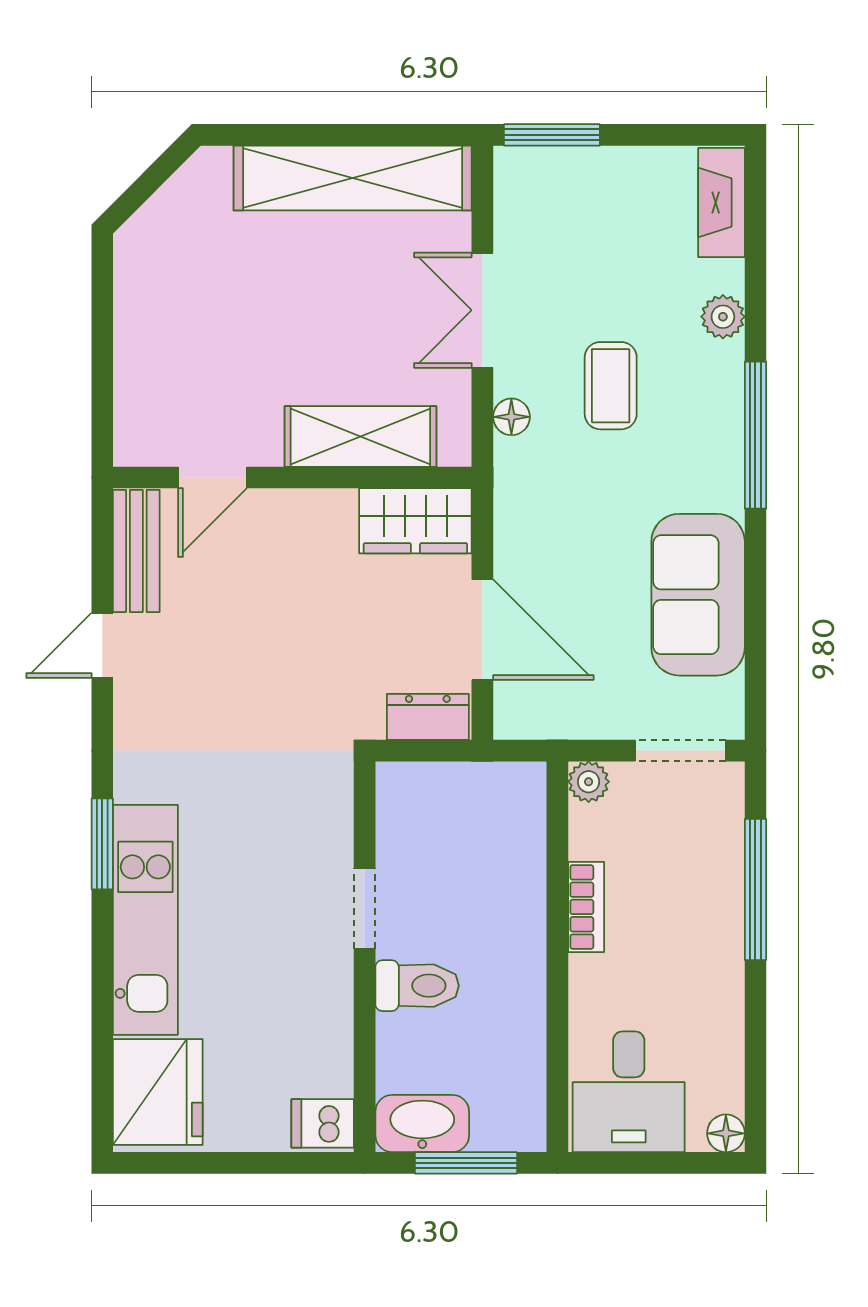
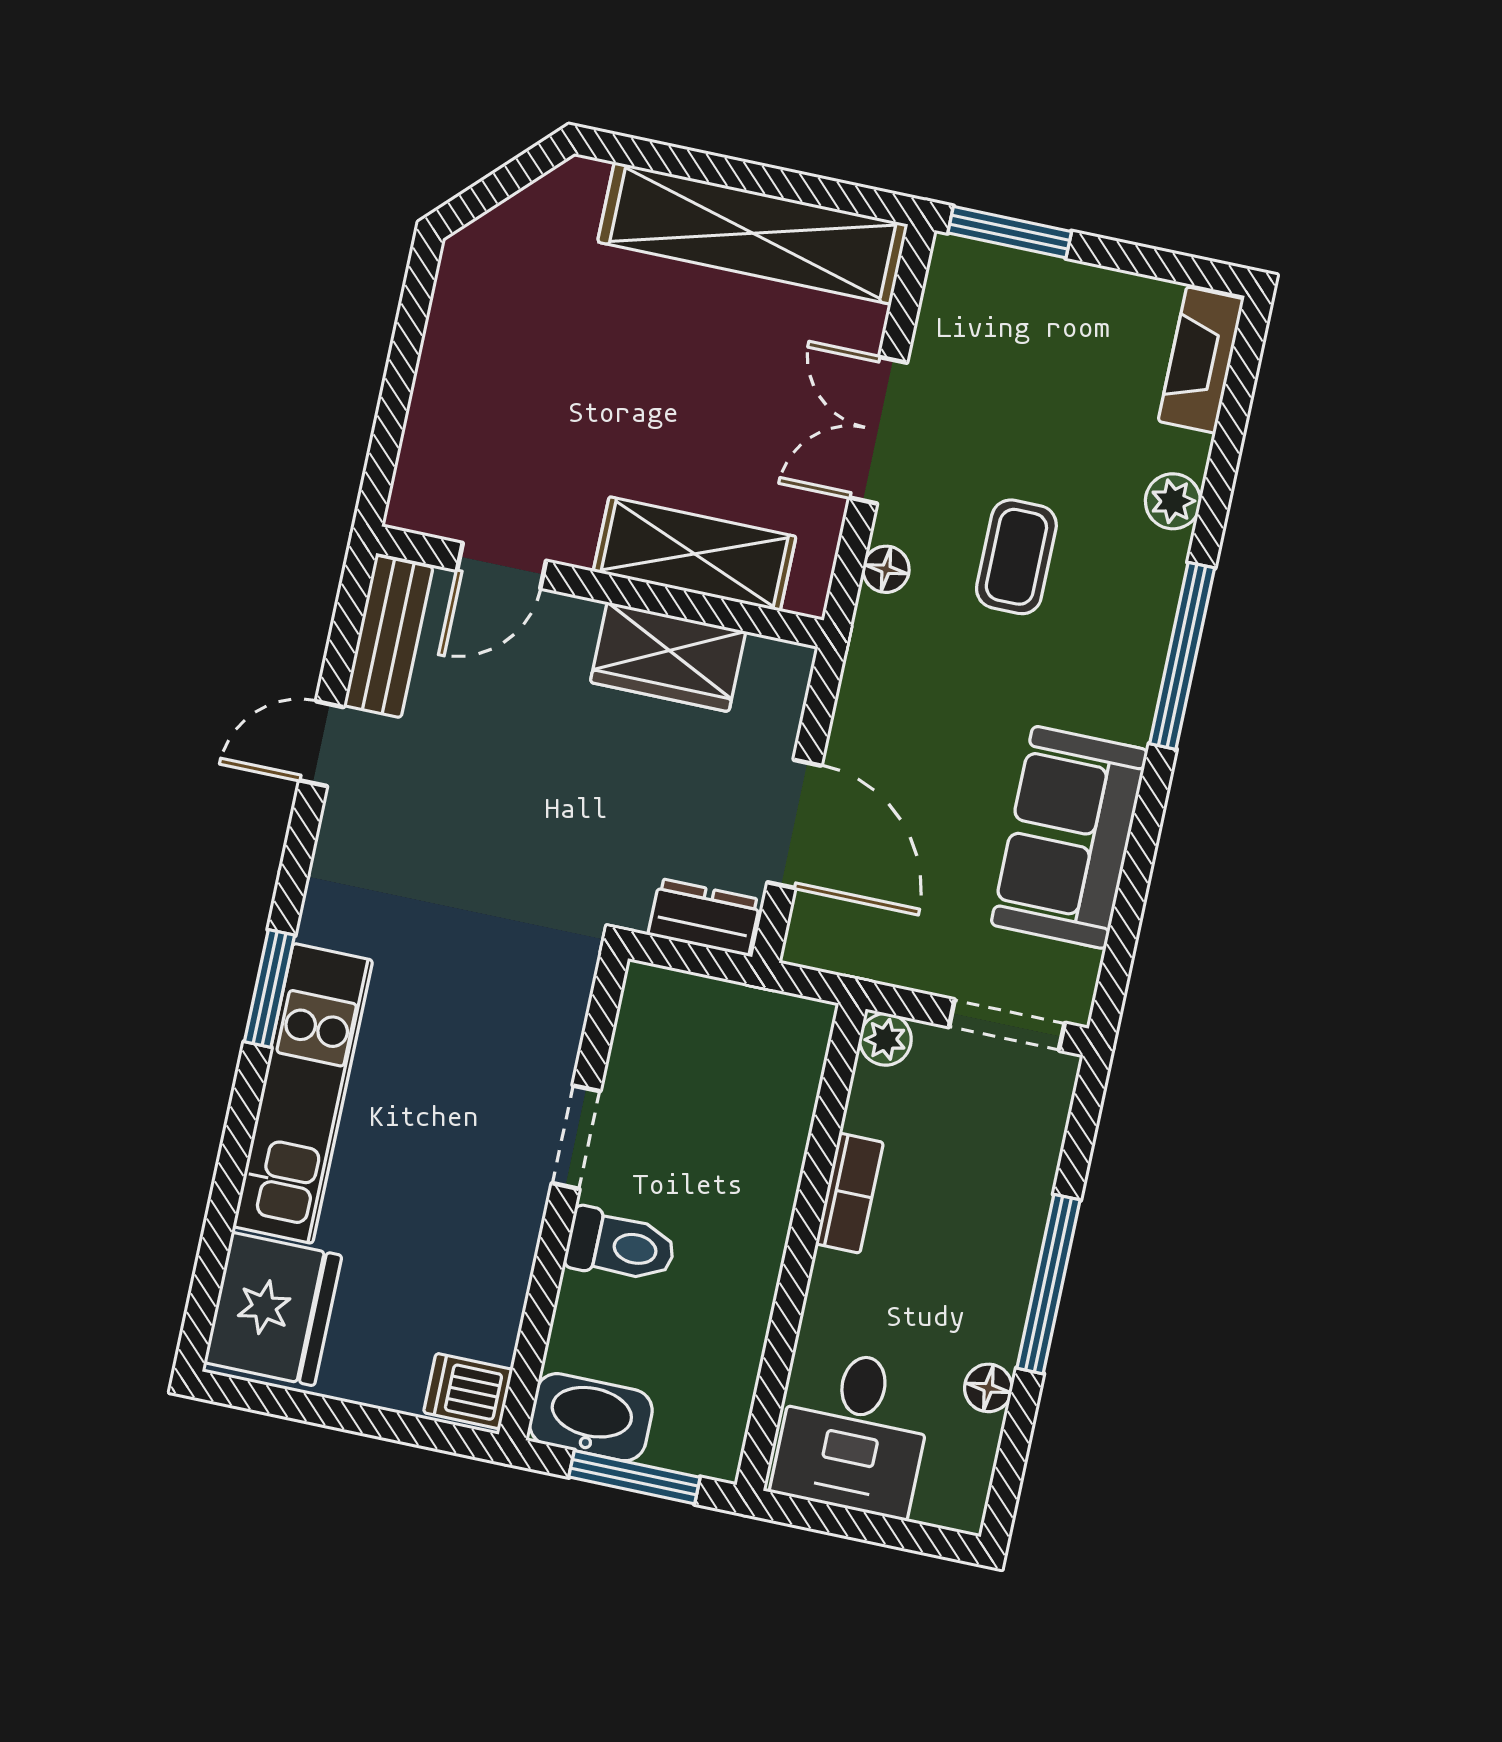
wardrobe: (415, 521) -> (668, 657), moved
window: (755, 889) -> (1049, 1284), moved
floor lamp: (726, 1133) -> (988, 1388), moved

